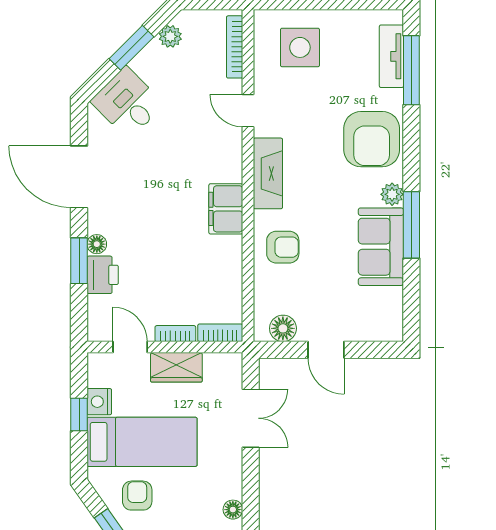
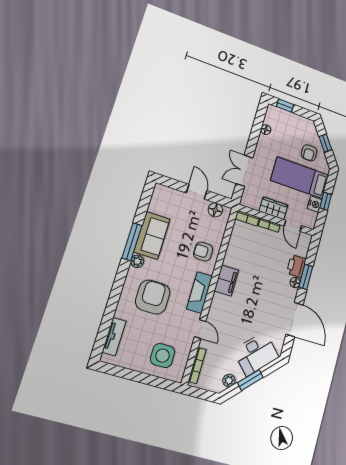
window: (411, 70) -> (105, 326), removed
desk: (127, 103) -> (256, 354), width x1.37
armchair: (372, 139) -> (153, 297), moved

